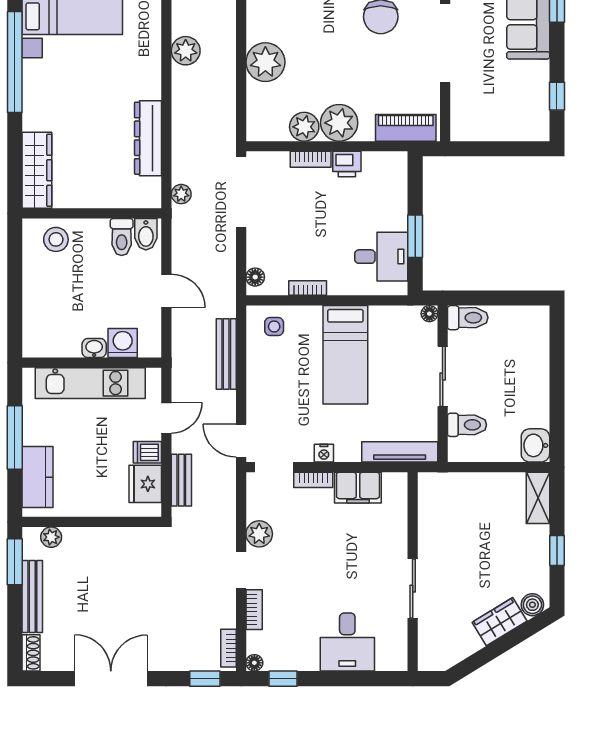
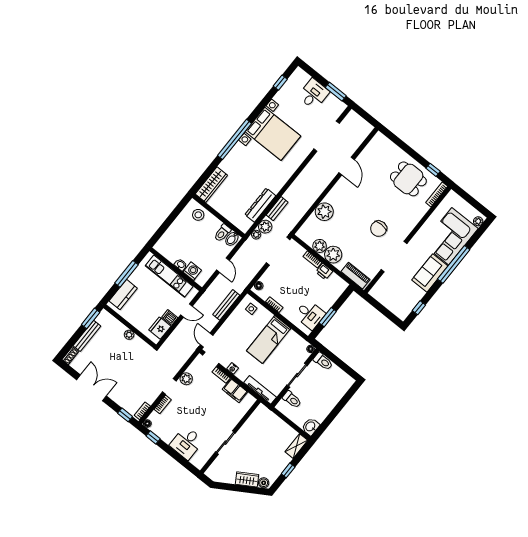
plant: (186, 51) -> (265, 227), moved
bench: (181, 480) -> (277, 209), moved
plant: (51, 537) -> (129, 335), moved

